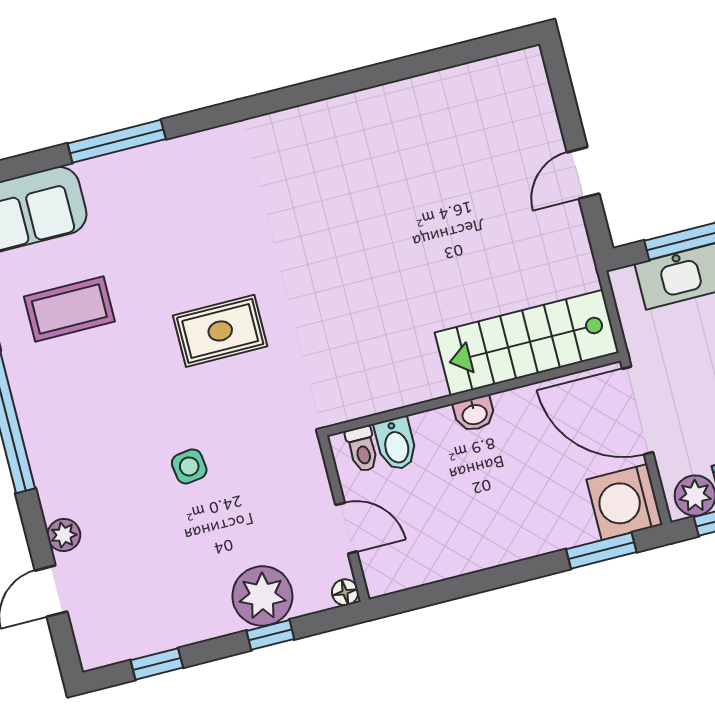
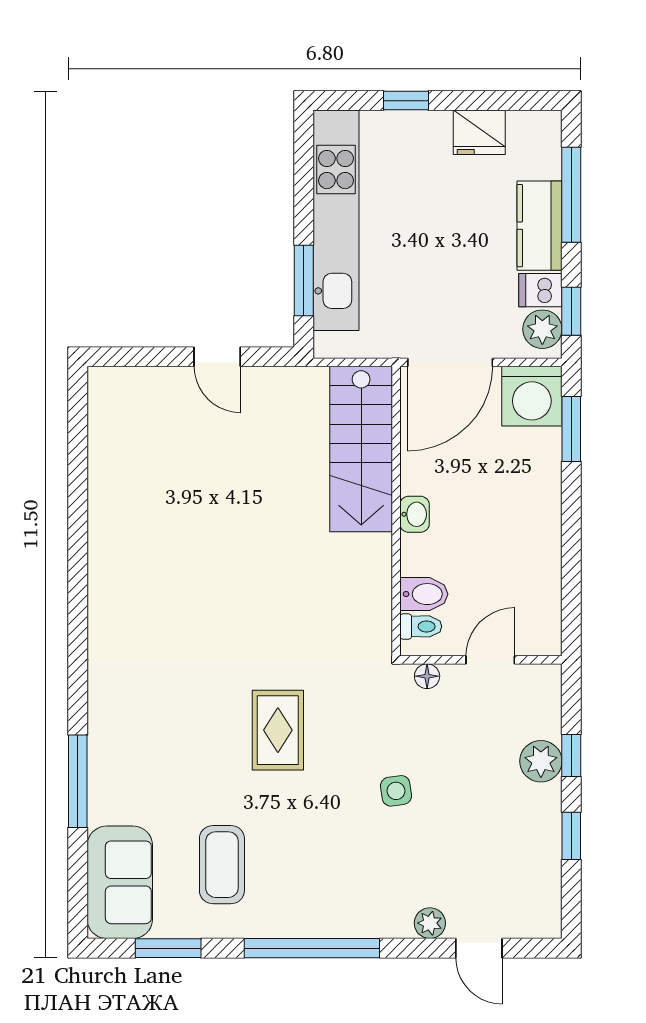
floor lamp: (345, 592) -> (427, 676), moved
plant: (262, 596) -> (541, 761), width x0.73, depth x0.73
window: (157, 664) -> (571, 836), moved

